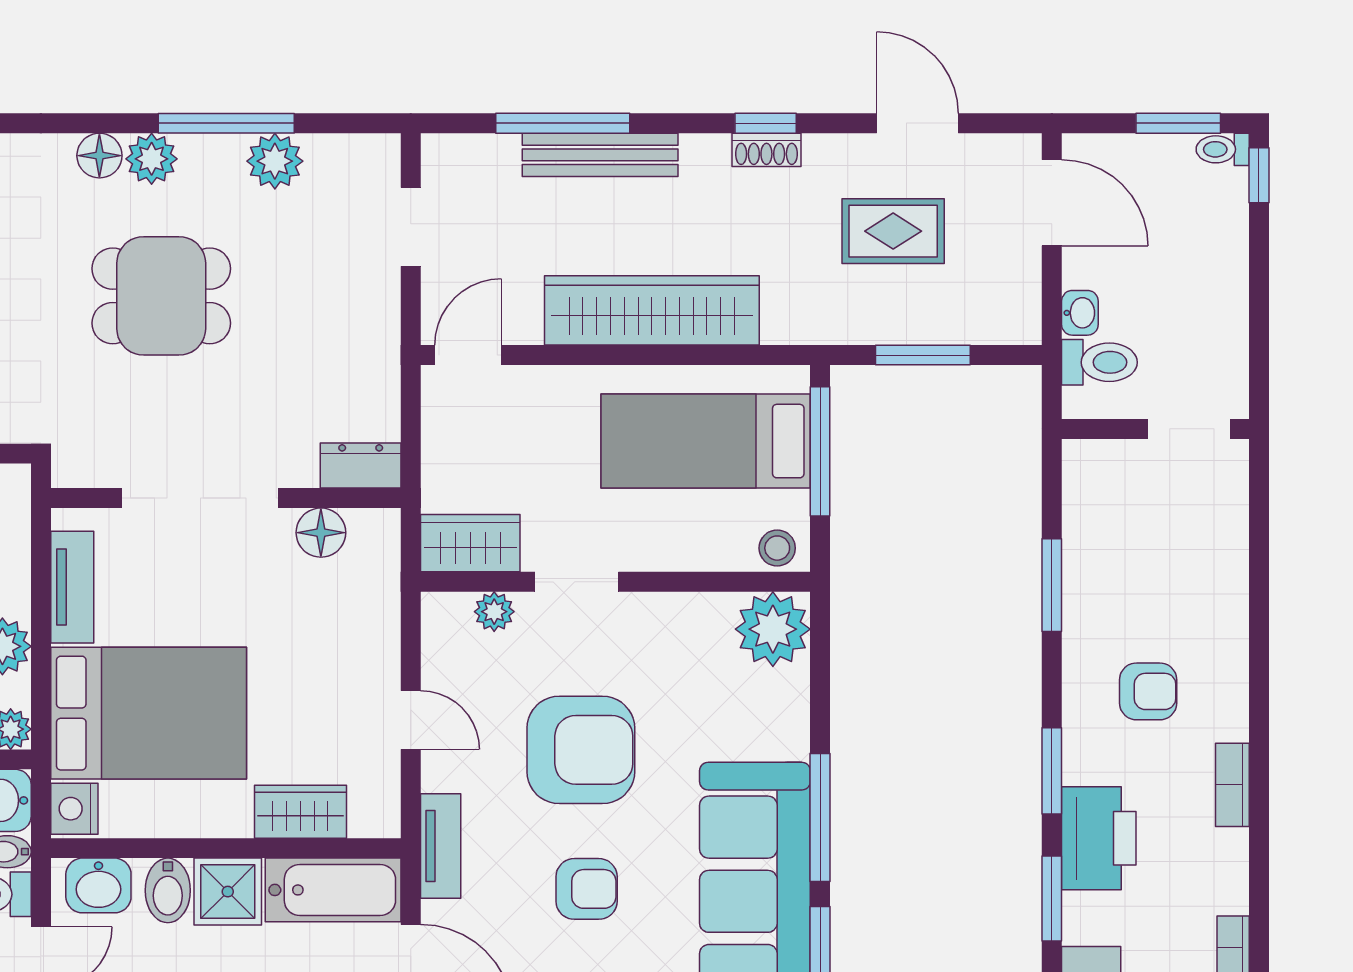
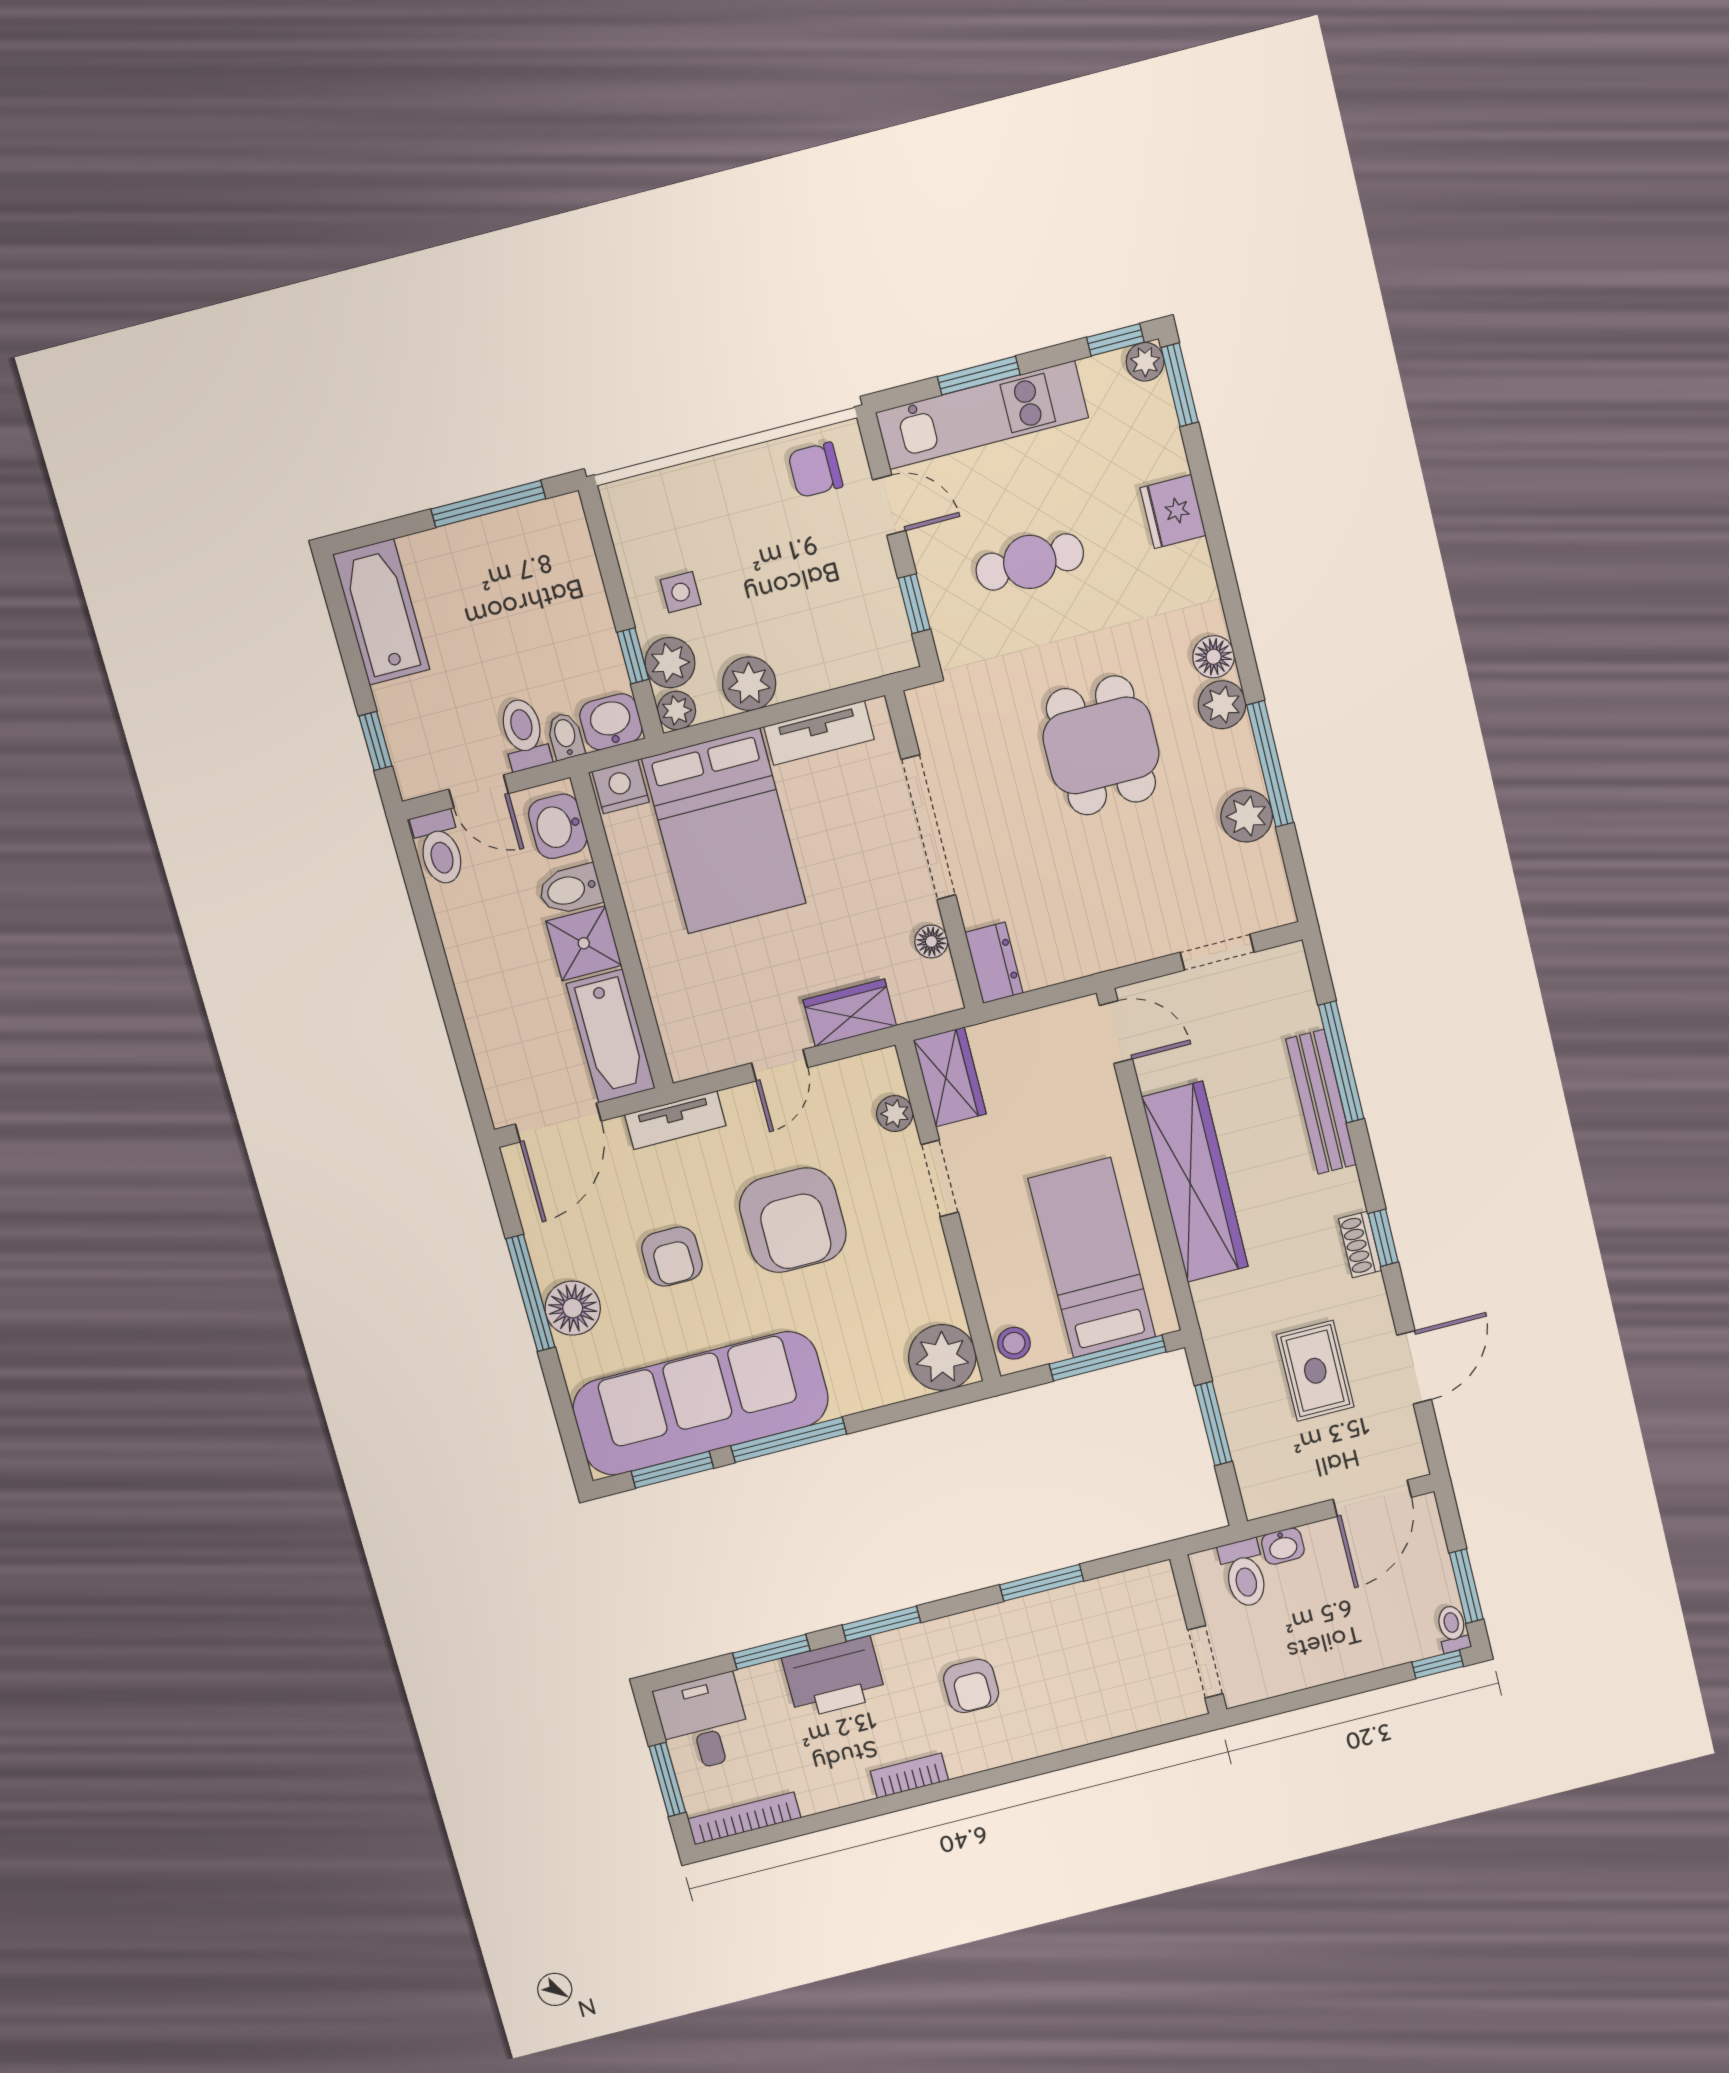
floor lamp: (321, 533) -> (931, 942), width x0.73, depth x0.73
wardrobe: (300, 812) -> (850, 1013), moved, turned -90

